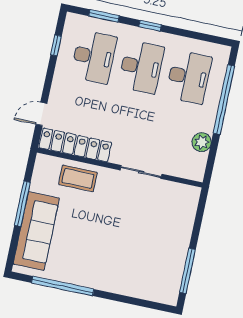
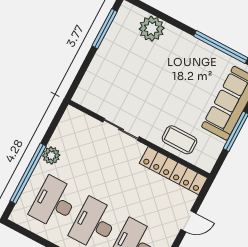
door: (41, 114) -> (188, 221), moved
plant: (202, 142) -> (51, 155), moved
plant: (139, 285) -> (152, 29), added

